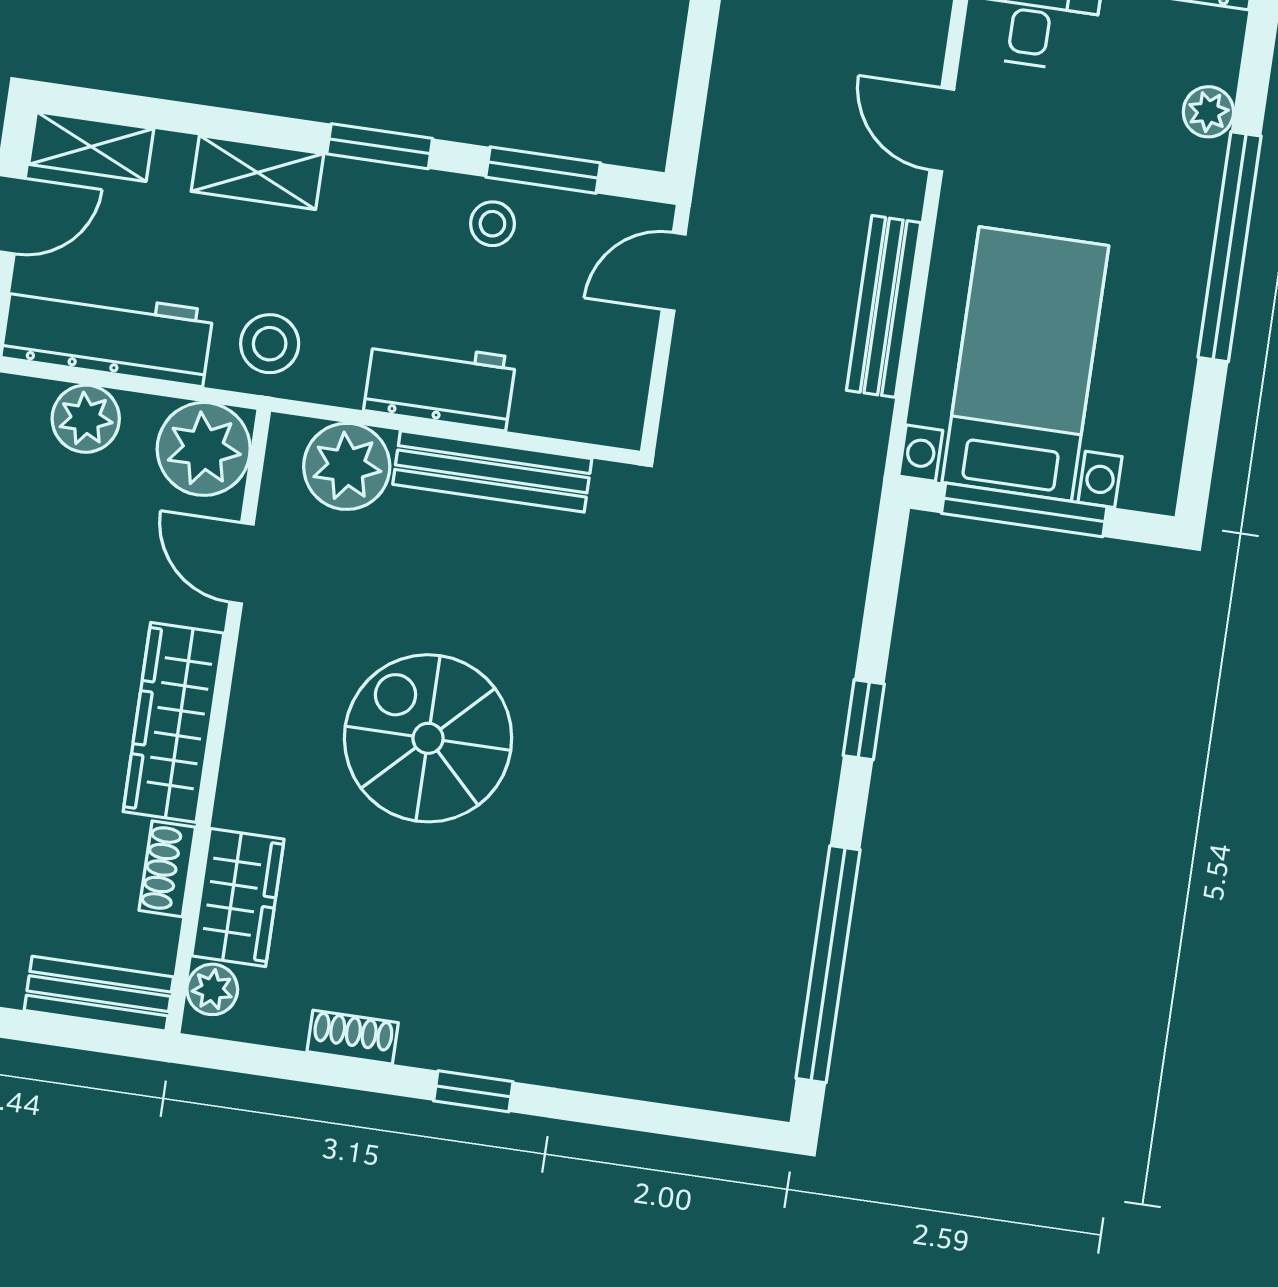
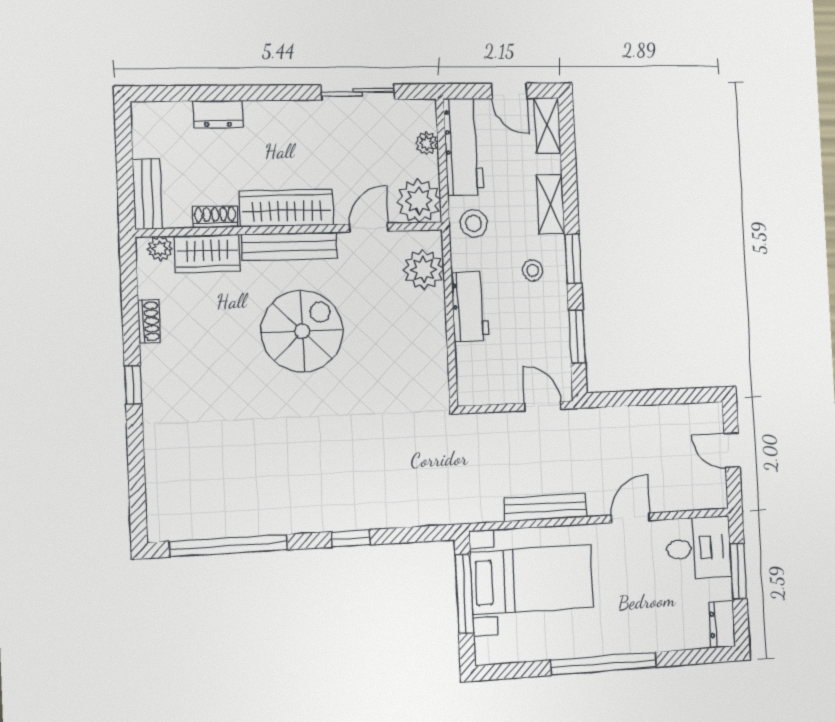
plant: (1208, 112) -> (662, 640), removed
stool: (492, 224) -> (533, 271), moved
plant: (86, 419) -> (427, 143), width x0.73, depth x0.73
bench: (492, 471) -> (289, 246), moved, turned 90

